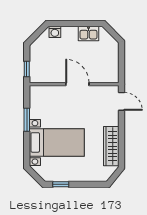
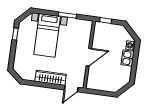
kitchen sink: (89, 34) -> (128, 58), moved
wardrobe: (111, 146) -> (51, 78), moved

